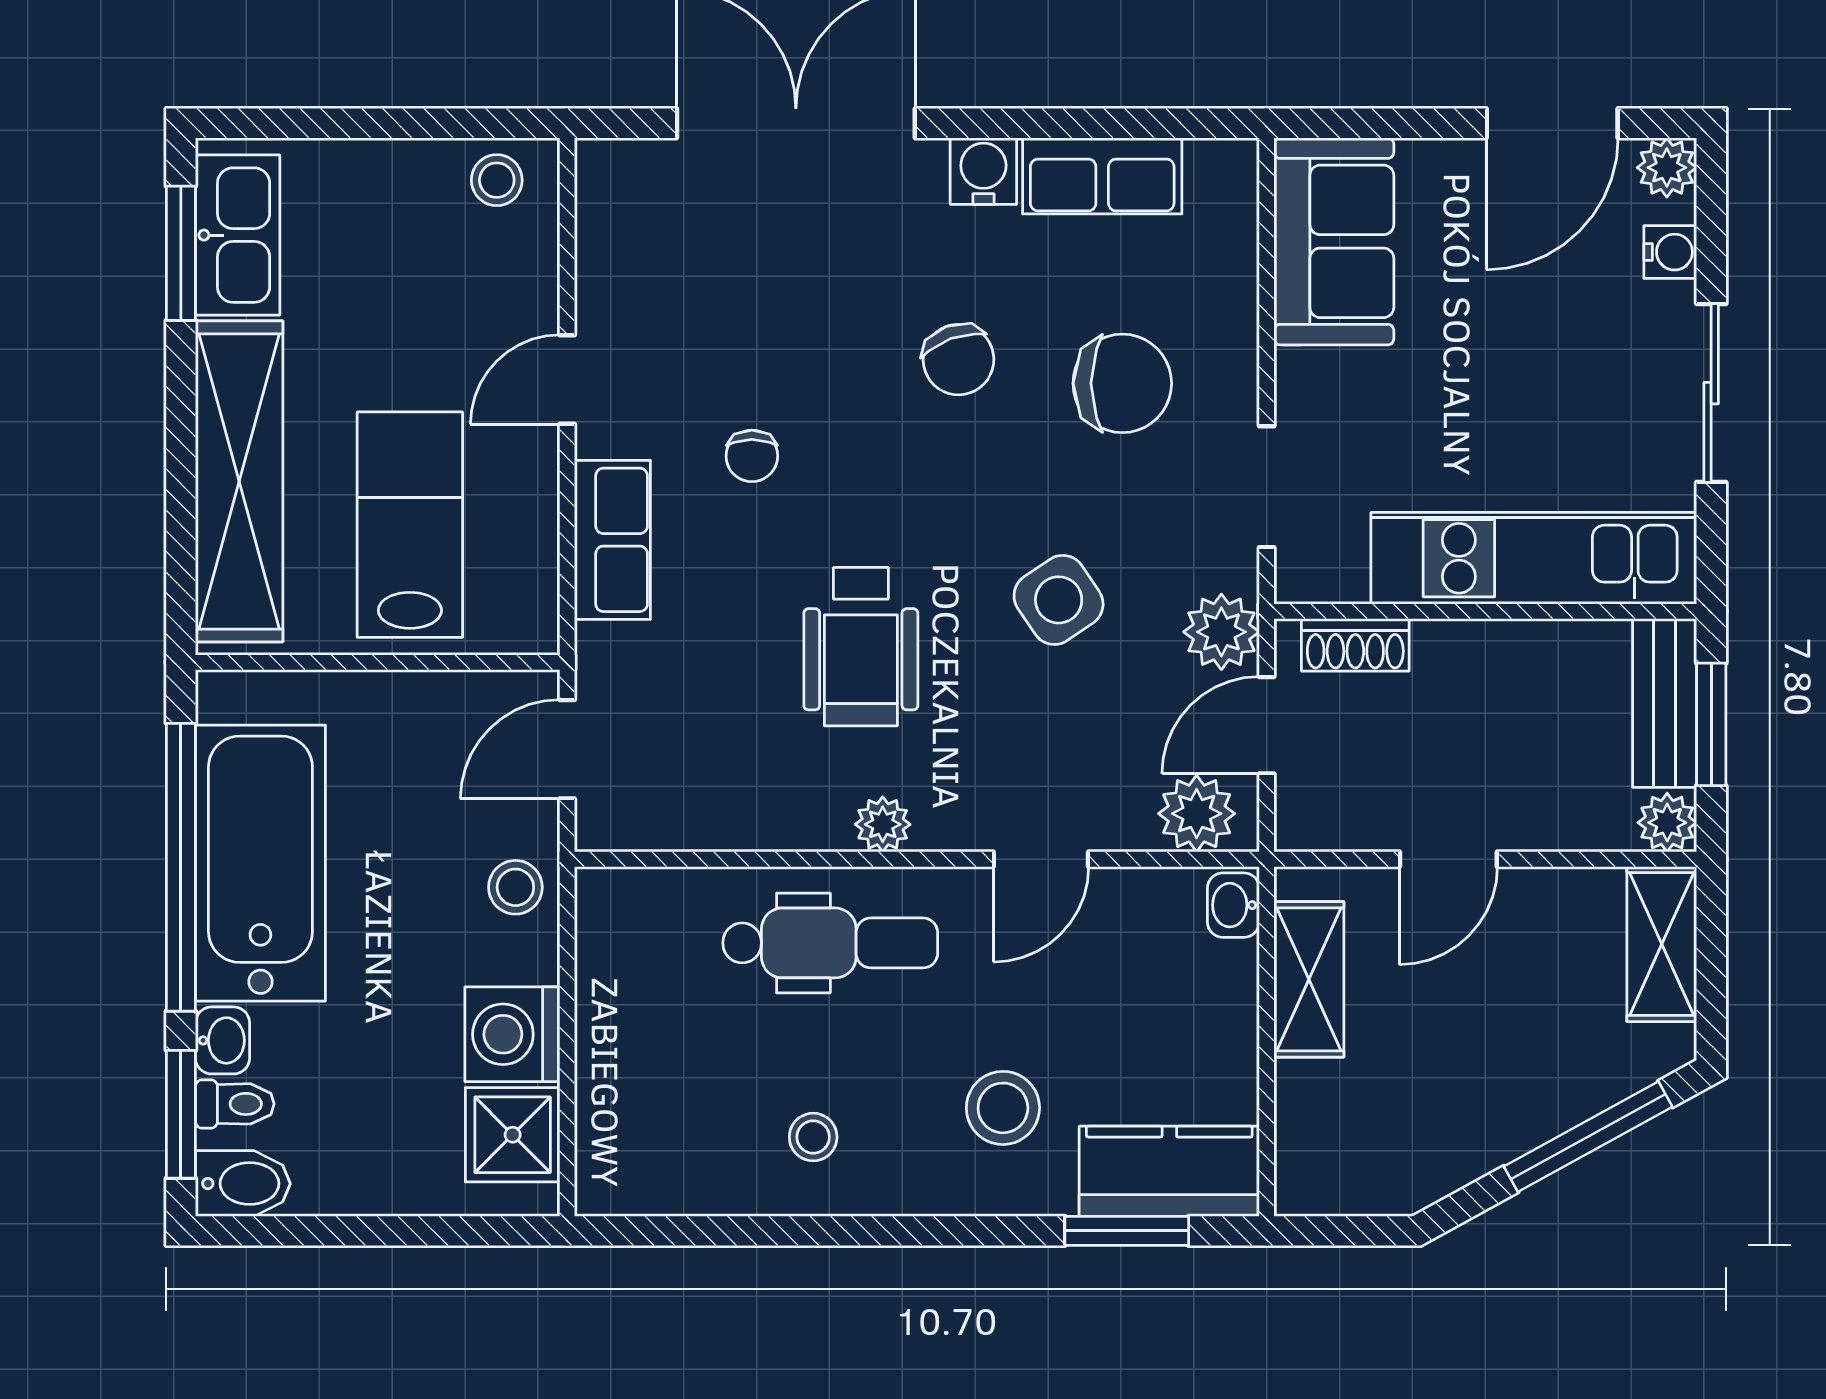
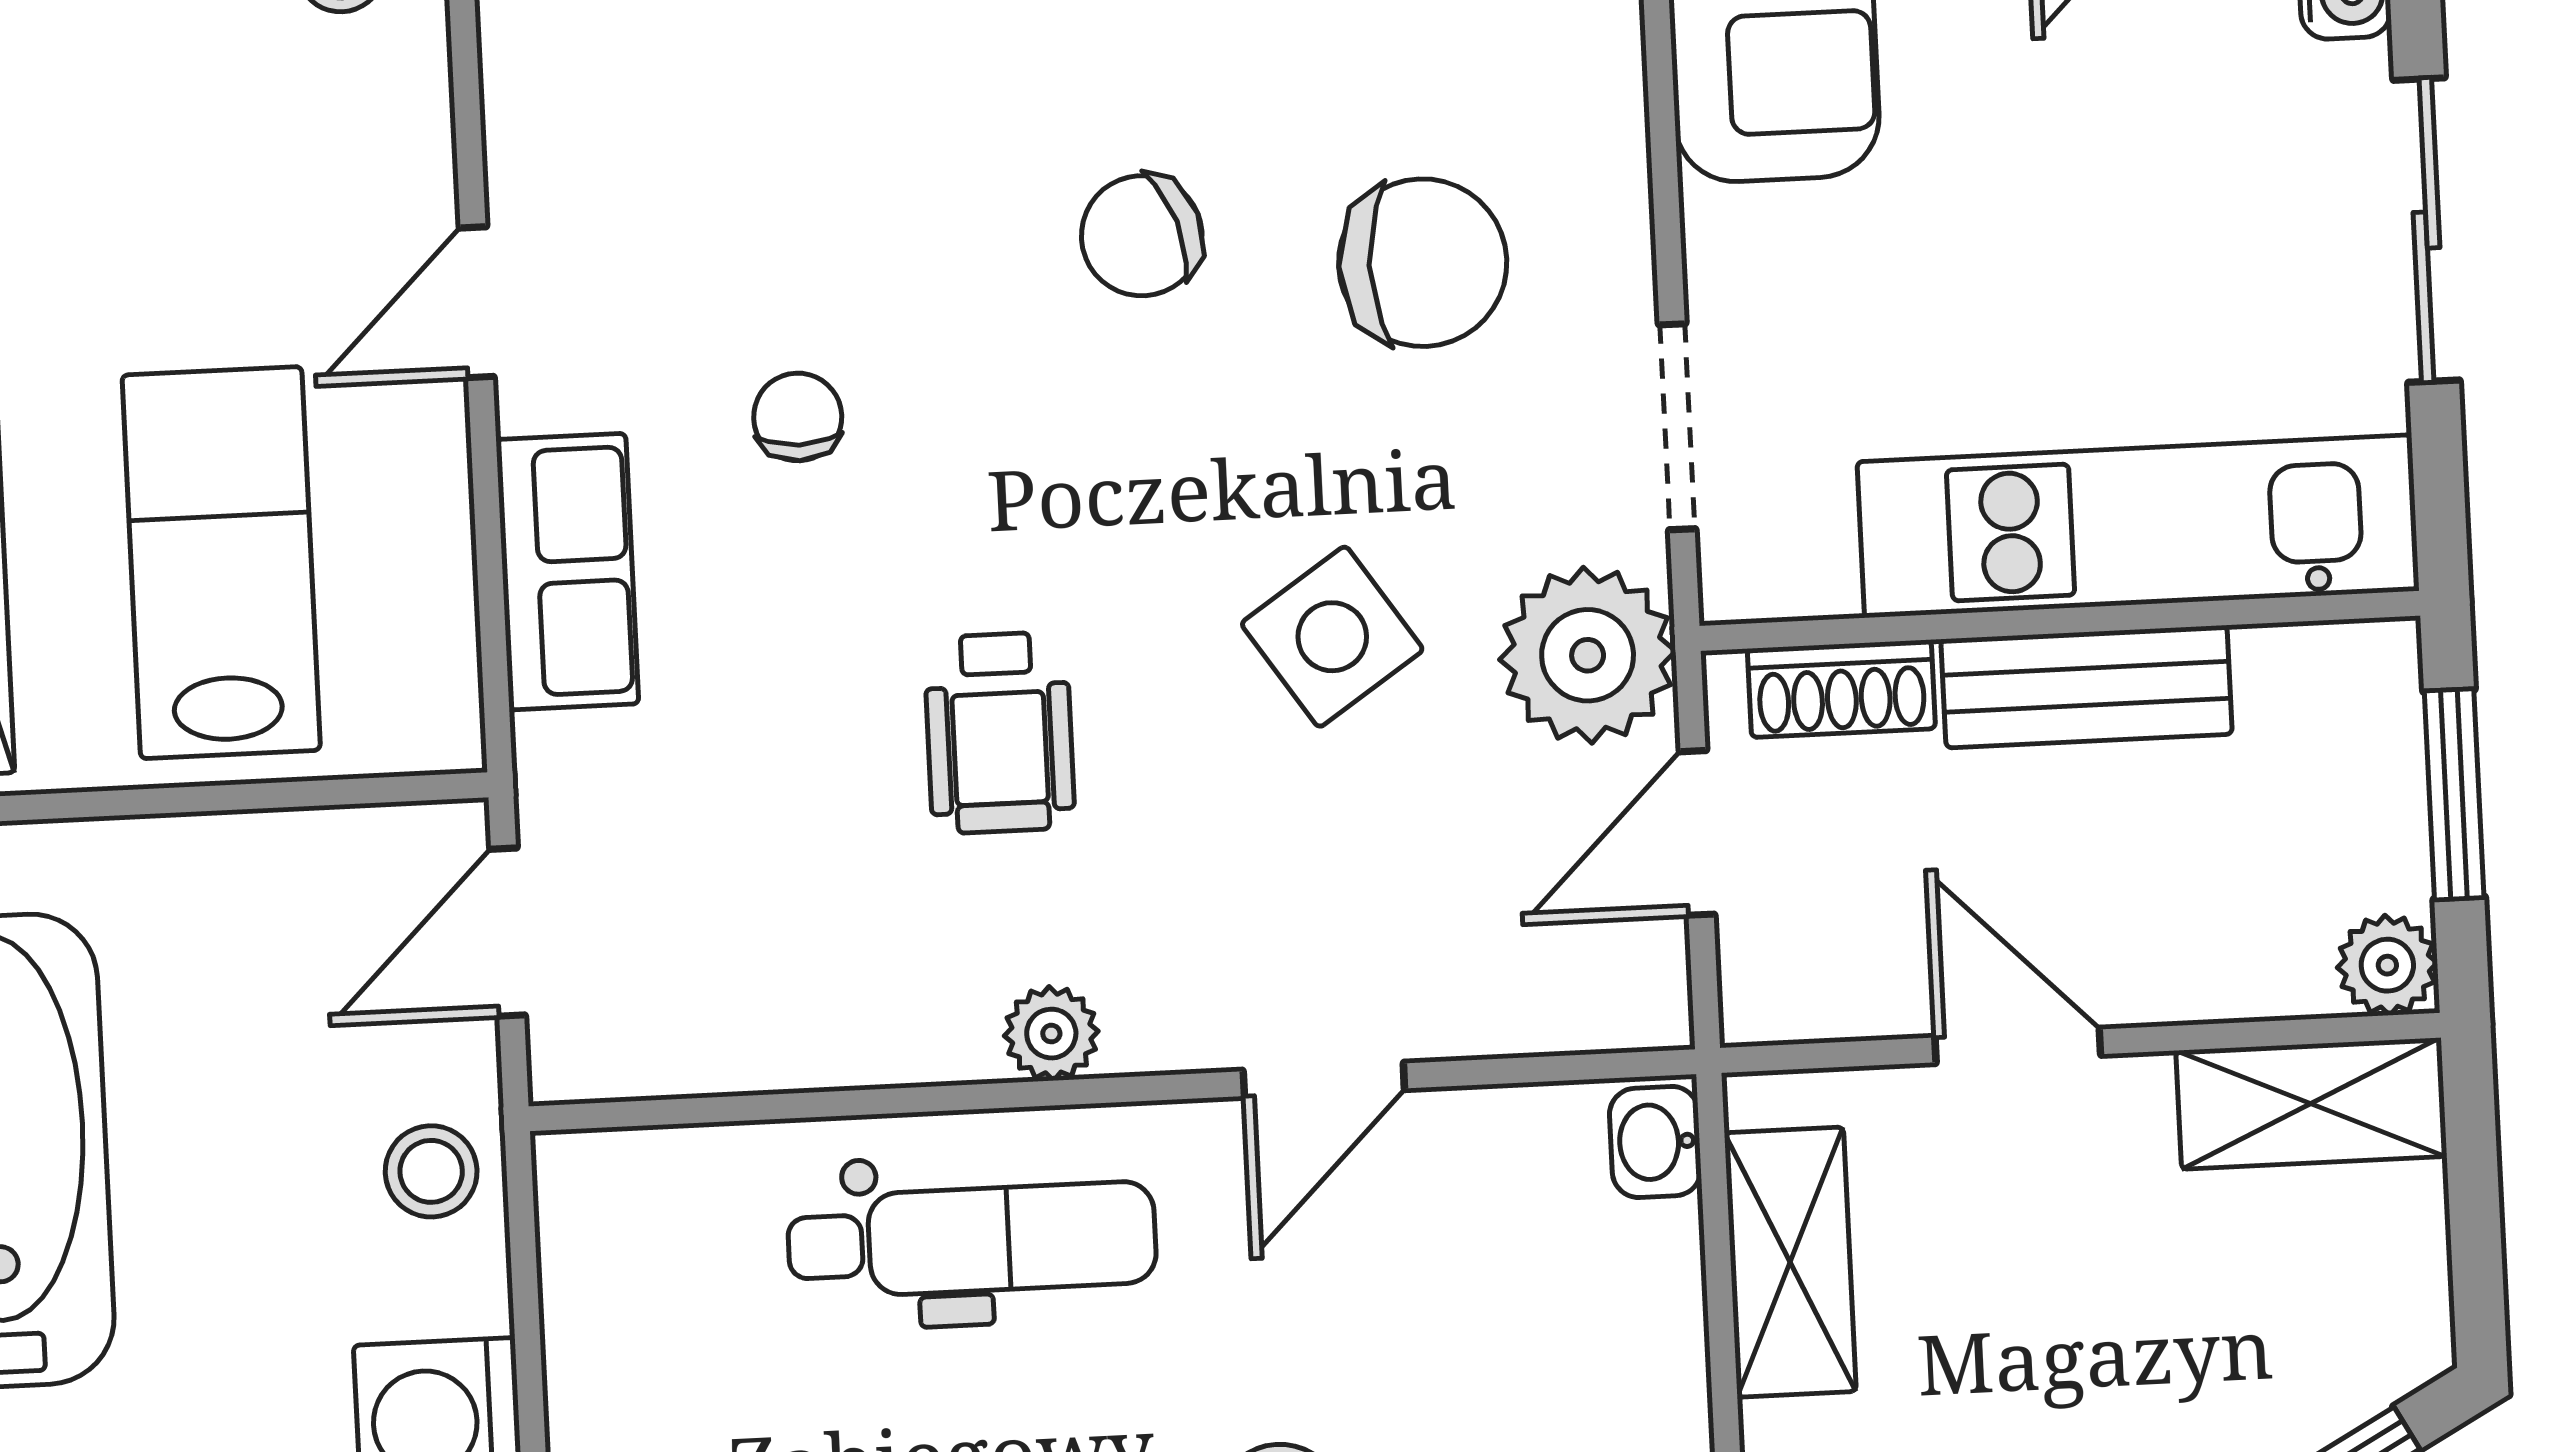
chair: (958, 360) -> (1142, 236), turned 91
chair: (752, 456) -> (798, 417), turned 180
plant: (1221, 632) -> (1588, 655), width x1.36, depth x1.36
wheelchair: (861, 647) -> (999, 733), width x0.73, depth x0.73
bench: (1665, 703) -> (2087, 687), moved, turned 90
plant: (1197, 814) -> (1585, 989), removed
door: (1448, 859) -> (2018, 1046), swing flipped
shelving: (1662, 944) -> (2311, 1104), moved, turned 90

